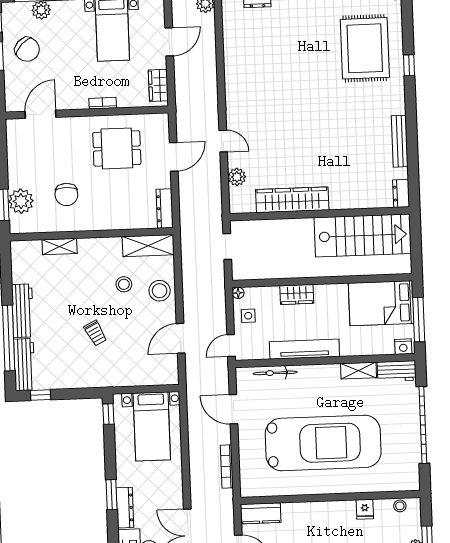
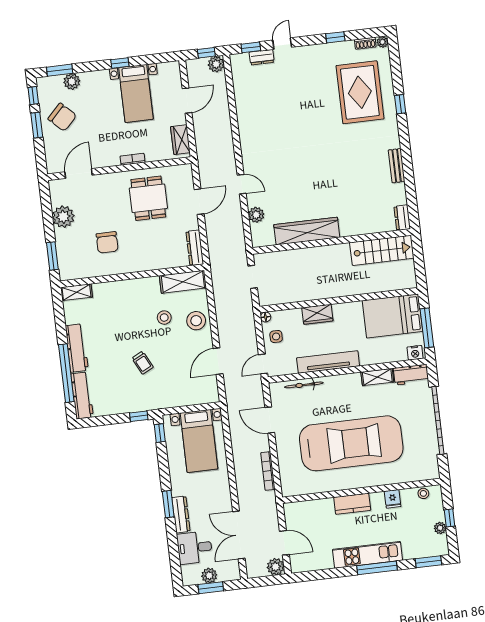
bench: (400, 141) -> (397, 166), width x0.73
dining table: (117, 148) -> (148, 198), turned 90
plant: (21, 201) -> (63, 217), moved
stairs: (363, 235) -> (382, 250), width x0.73, depth x0.66
shelving: (60, 247) -> (76, 292), moved
window: (41, 395) -> (139, 416), moved
kitchen counter: (261, 513) -> (352, 504), moved

